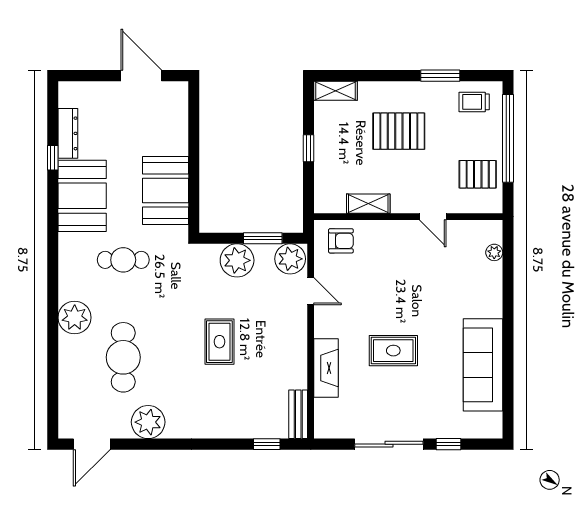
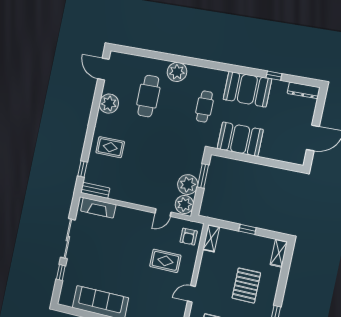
dresser: (68, 133) -> (304, 90), moved
shelving: (368, 204) -> (211, 238), moved
window: (263, 238) -> (203, 176), moved
plant: (237, 260) -> (188, 185), moved
rug: (219, 342) -> (110, 147), moved
rug: (393, 351) -> (165, 261), moved, turned 90
cafe table: (123, 357) -> (148, 96), turned 90
fireplace: (326, 368) -> (98, 208), moved

